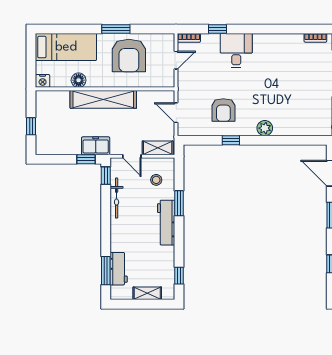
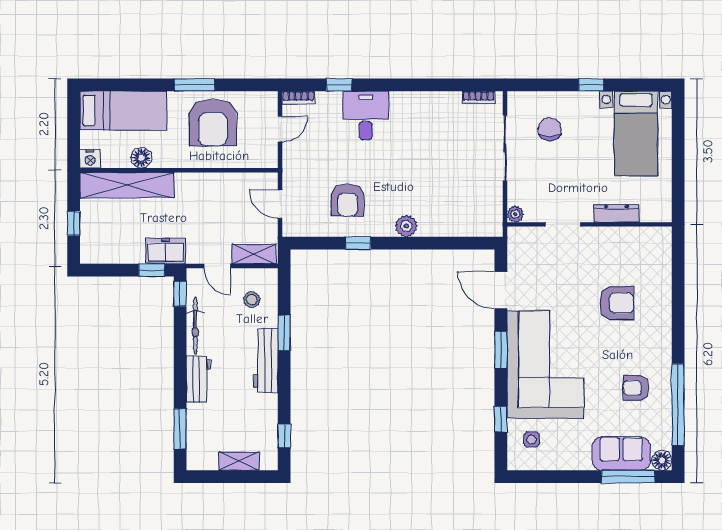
shelving: (103, 99) -> (127, 185), moved
workbench: (119, 269) -> (198, 379), moved

